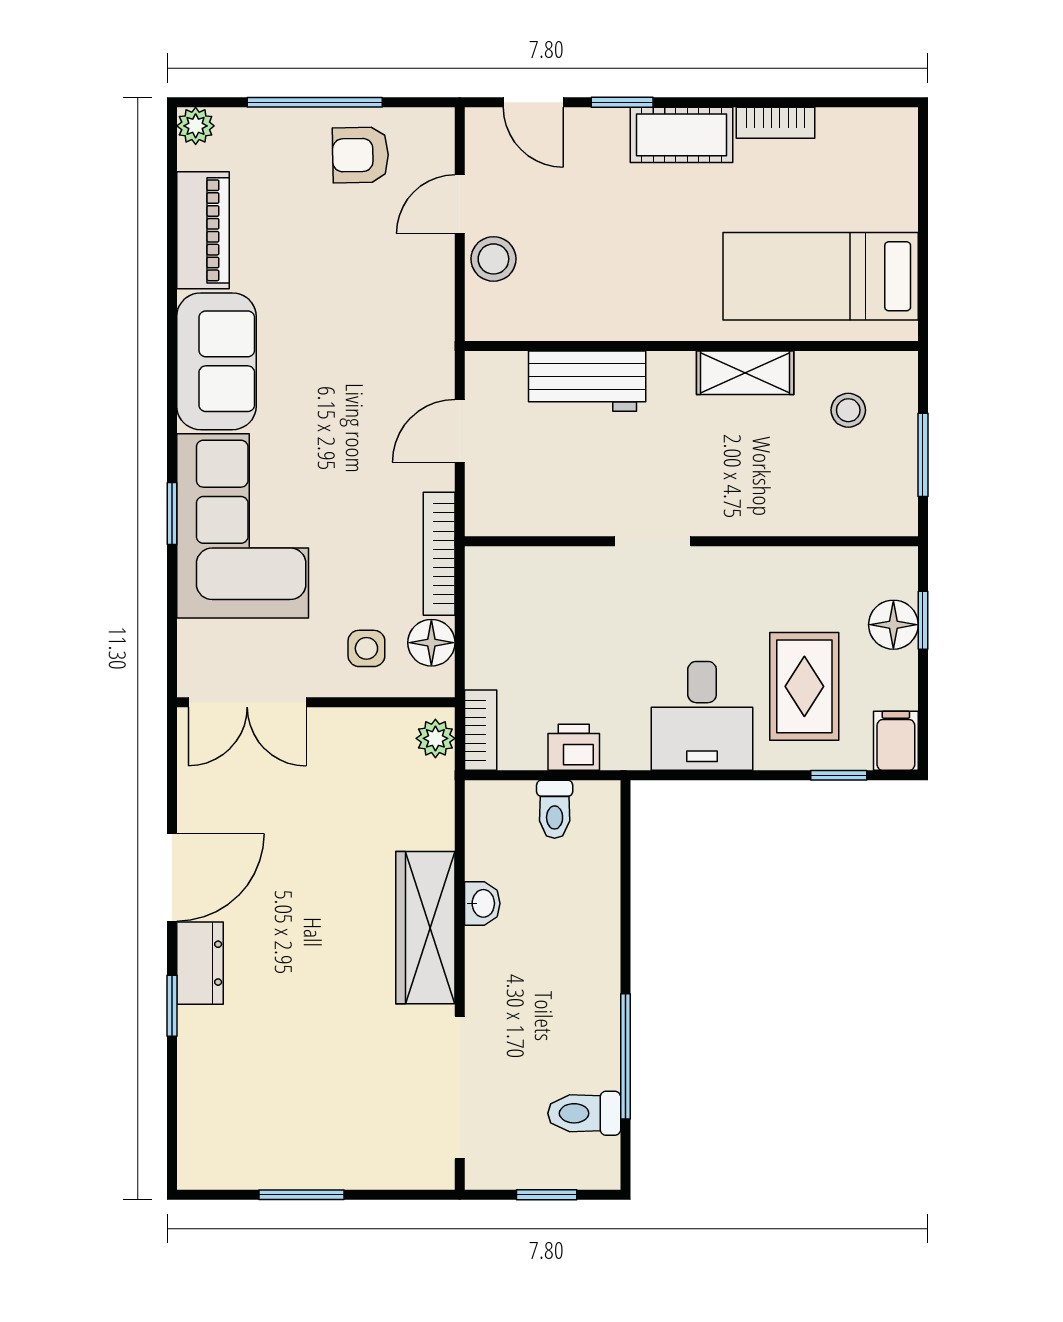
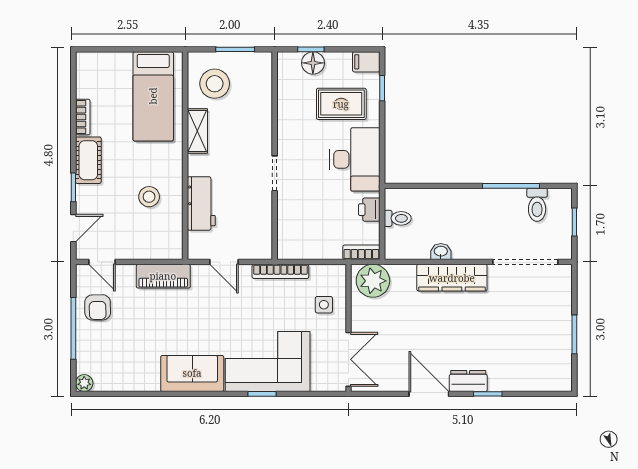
door: (460, 204) -> (102, 262), moved
piano: (203, 230) -> (163, 276), moved, turned 180
stool: (493, 259) -> (149, 197), moved
stool: (848, 410) -> (215, 84), width x1.89, depth x1.89
floor lamp: (431, 643) -> (321, 275), removed
desk: (702, 716) -> (355, 159), width x1.37
plant: (435, 738) -> (373, 281), width x1.88, depth x1.88

